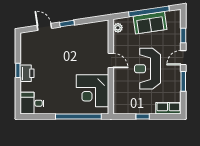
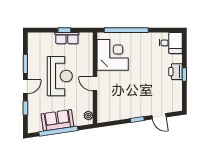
row of seats: (168, 108) -> (67, 38), moved

